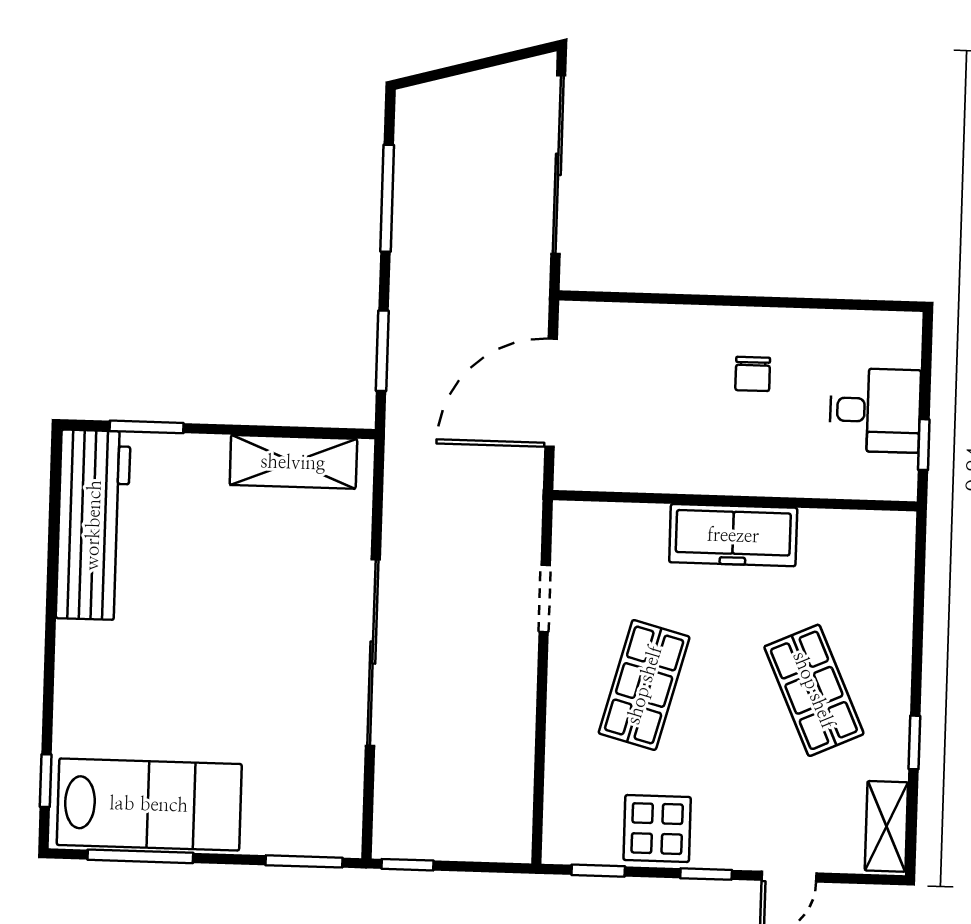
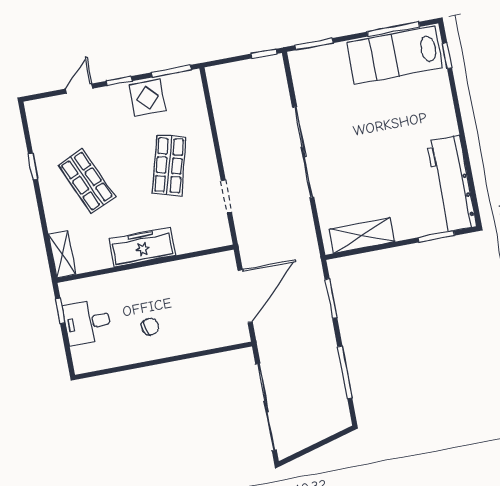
chair: (753, 374) -> (150, 327), turned 75
shelving: (886, 826) -> (62, 254), moved
window: (598, 871) -> (171, 71), width x1.50

